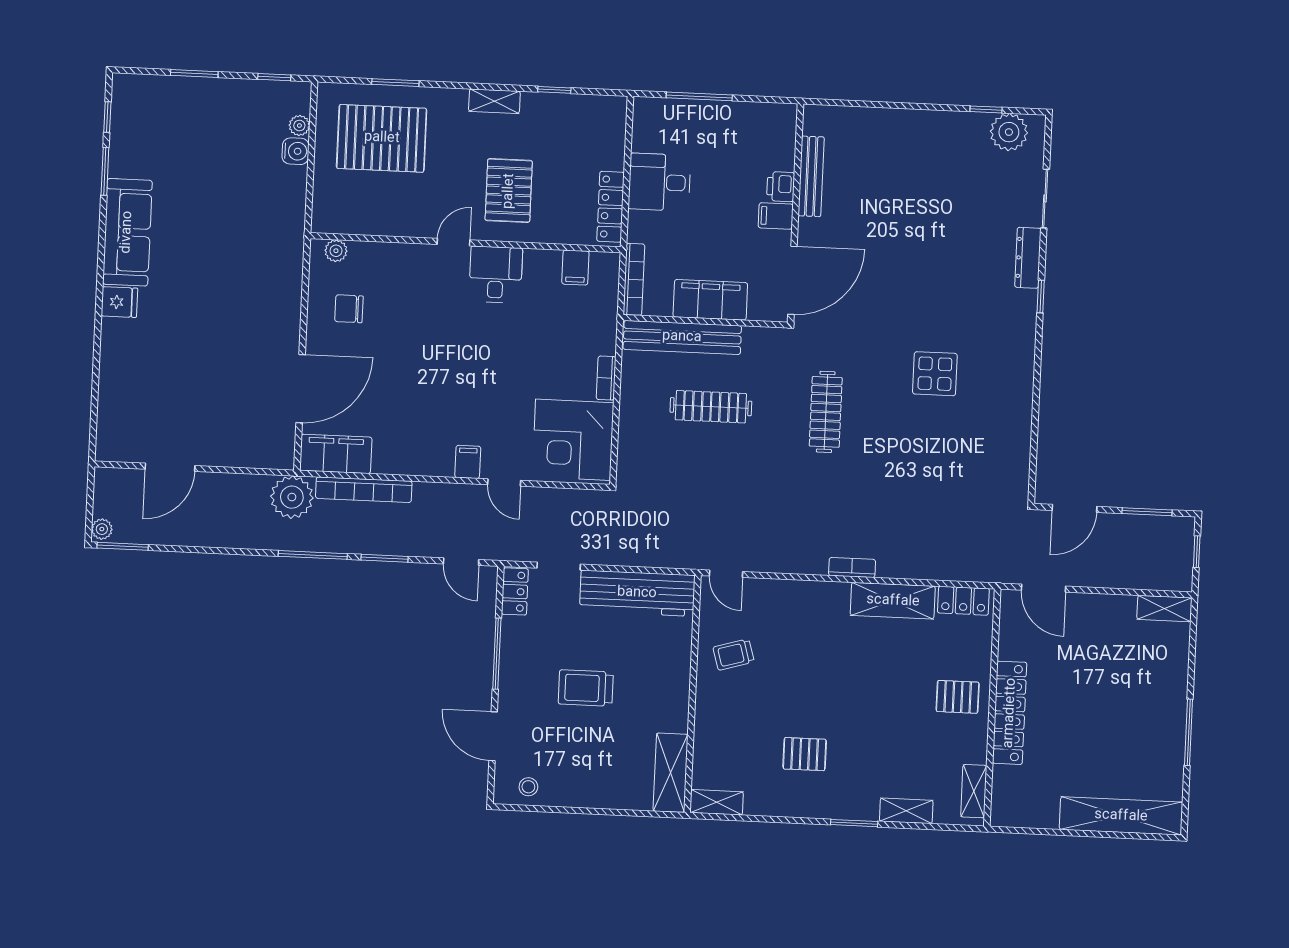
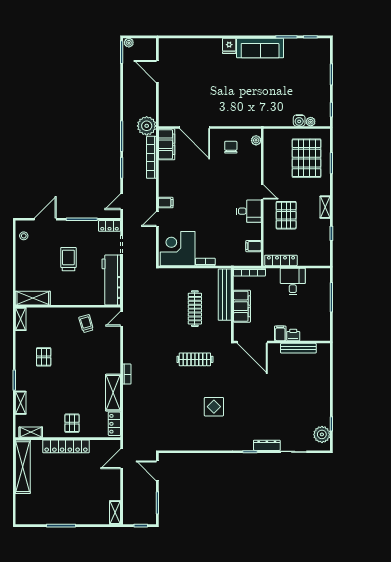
pallet: (509, 191) -> (286, 215), turned 90
shelving: (1121, 816) -> (23, 467), moved

